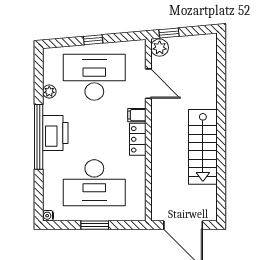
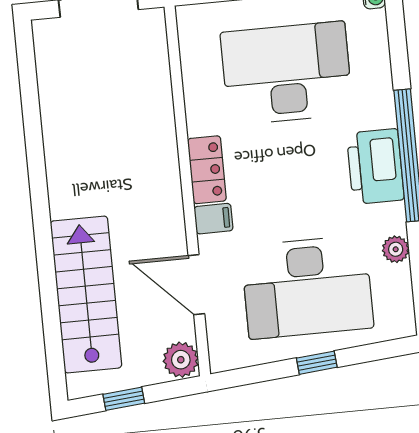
window: (169, 33) -> (124, 399), moved
stairs: (203, 147) -> (86, 294), moved

